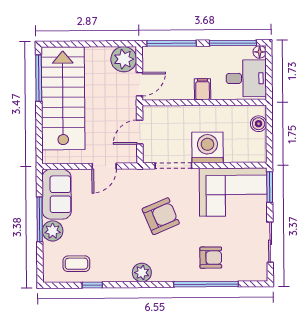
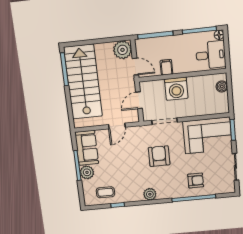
door: (139, 84) -> (135, 67), hinge flipped
filing cabinet: (203, 89) -> (166, 67), moved
washing machine: (207, 147) -> (176, 89), moved, turned 180
armchair: (161, 216) -> (159, 156), turned -67

